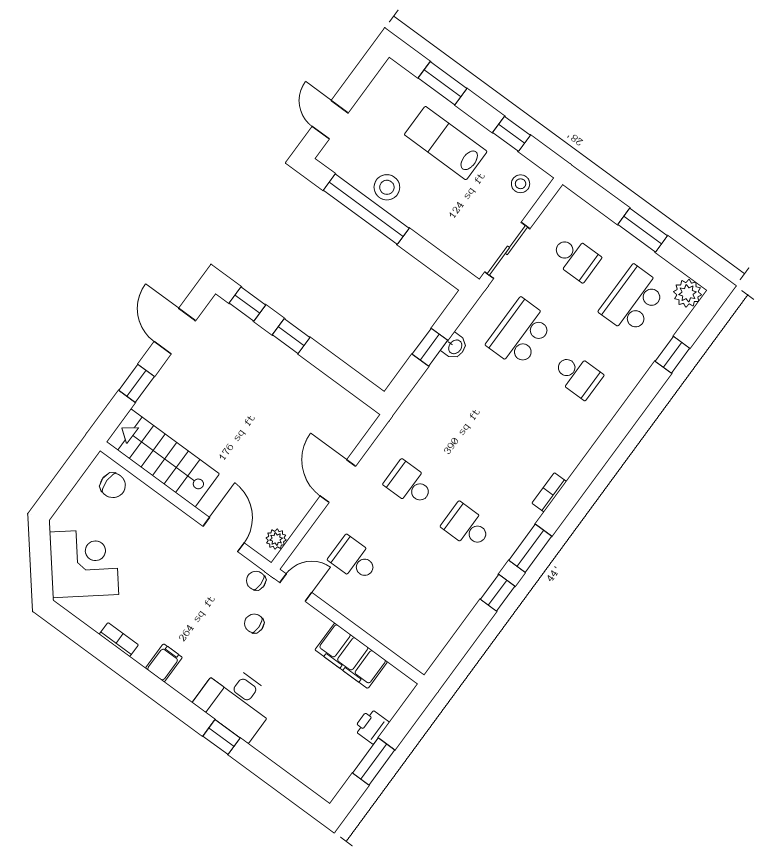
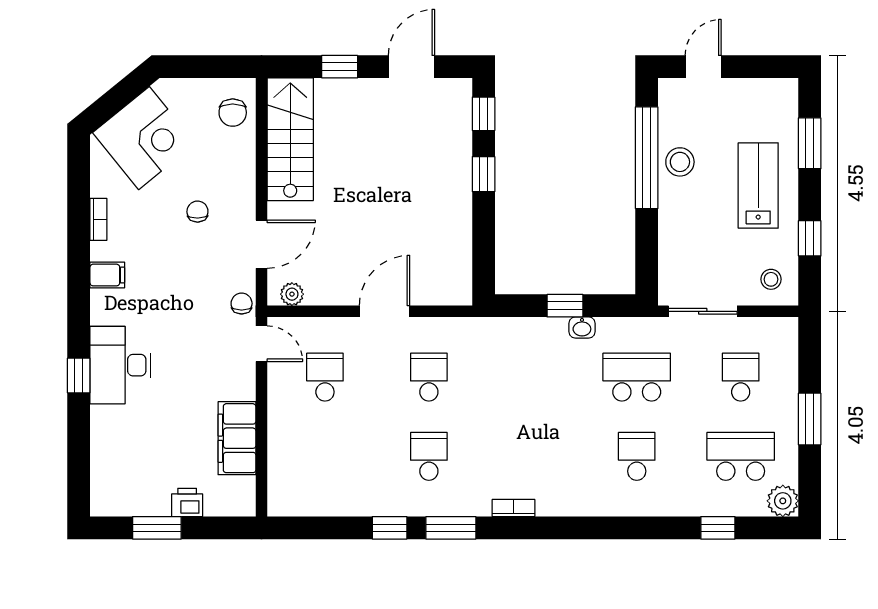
school desk: (575, 258) -> (741, 377), turned 180
school desk: (577, 375) -> (637, 456), turned 180
chair: (254, 623) -> (197, 212), moved

